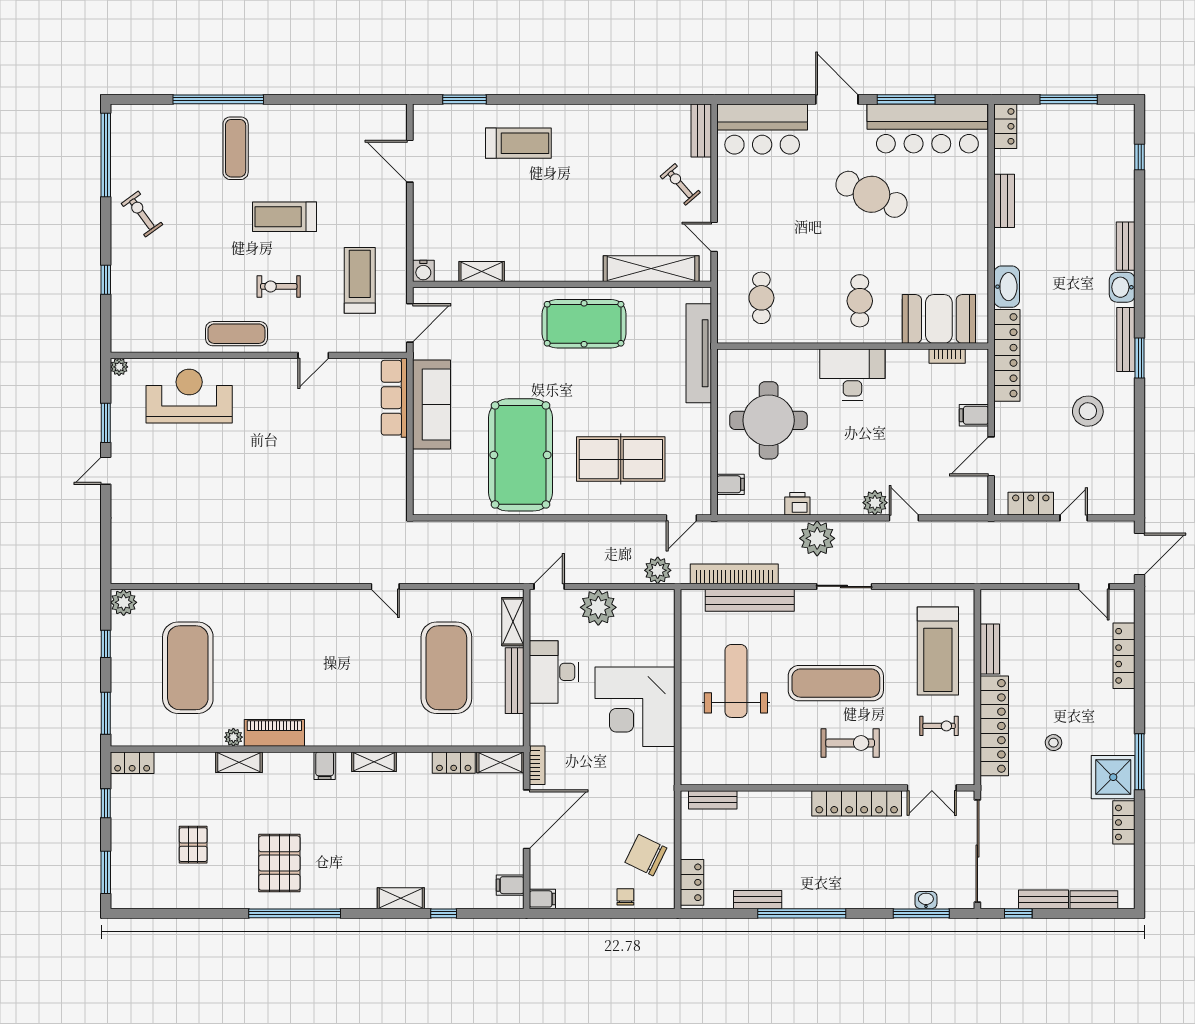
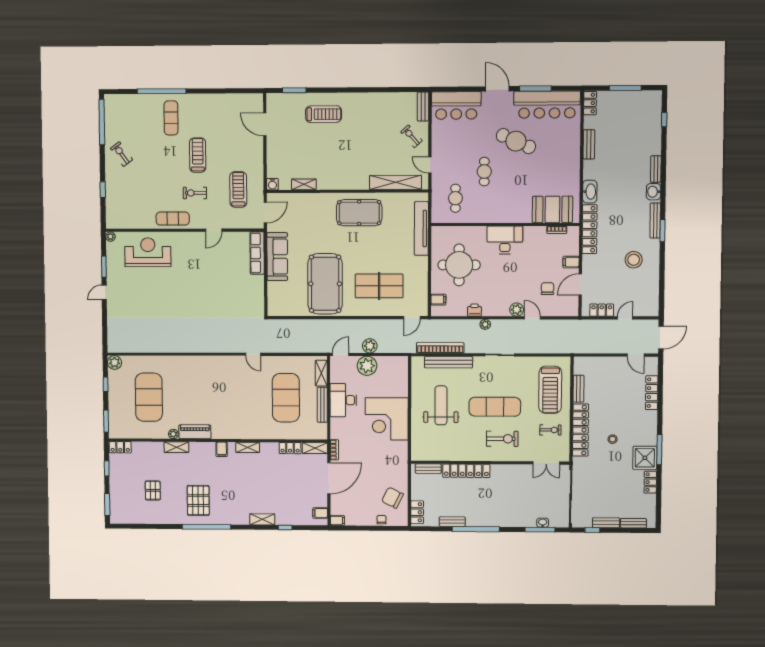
treadmill: (284, 217) -> (198, 155), turned 90
cafe table: (860, 301) -> (484, 171), moved
chair: (931, 464) -> (547, 289), added
plant: (817, 538) -> (485, 324), width x0.53, depth x0.53
plant: (658, 570) -> (370, 346), moved
locker: (857, 803) -> (466, 471), moved

